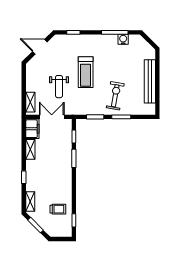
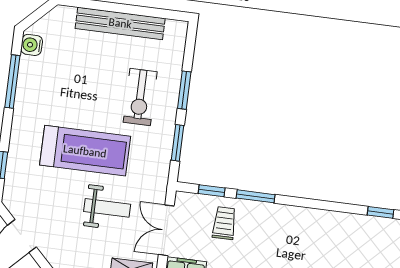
water cooler: (123, 39) -> (32, 45), moved
treadmill: (86, 72) -> (85, 151), width x1.37, depth x1.38
exercise bike: (115, 96) -> (140, 97), turned -100
trolley: (58, 209) -> (224, 223), moved

